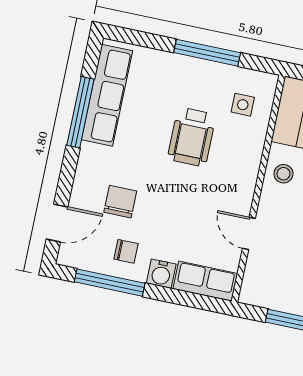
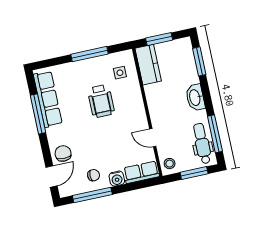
stool: (283, 174) -> (170, 164), moved
chair: (120, 202) -> (63, 153), moved

